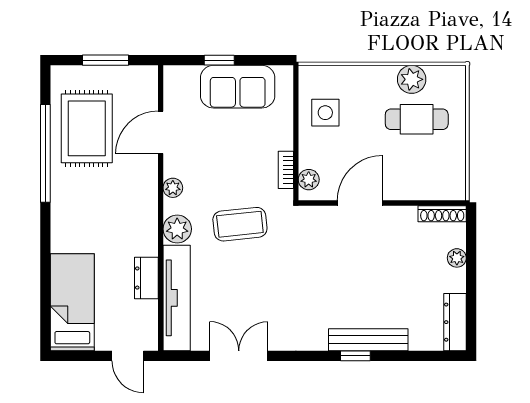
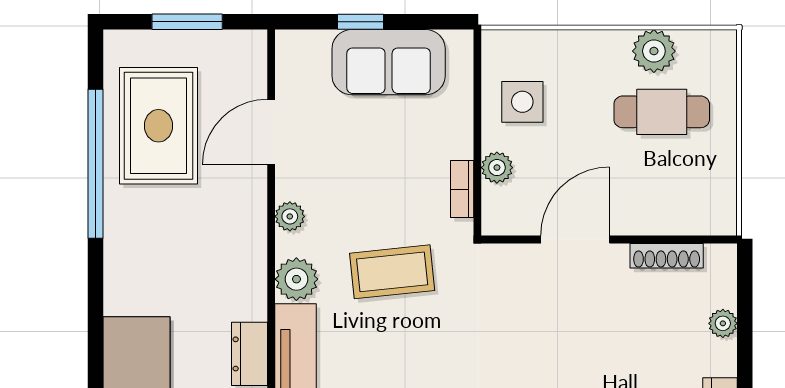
plant: (309, 180) -> (497, 168), moved
shoe rack: (442, 214) -> (667, 256), moved

